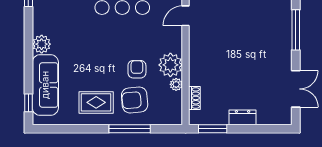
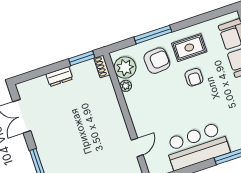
plant: (170, 65) -> (125, 67), moved
armchair: (137, 69) -> (194, 77), moved
shoe rack: (194, 98) -> (102, 66), moved

